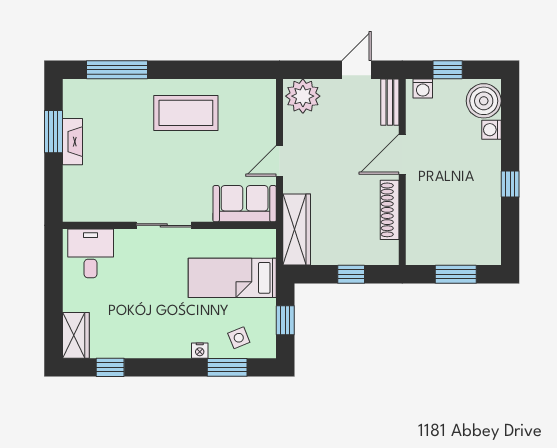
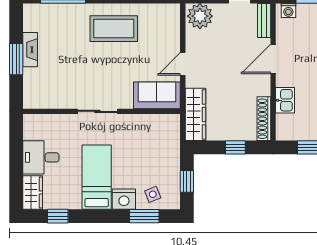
window: (53, 132) -> (16, 59), moved
shoe rack: (390, 210) -> (264, 119), moved
kitchen sink: (418, 210) -> (285, 100), added
desk: (91, 253) -> (41, 157), moved, turned -90
bed: (232, 278) -> (97, 177), moved, turned 90
nightstand: (200, 351) -> (124, 199), width x1.89, depth x1.79

